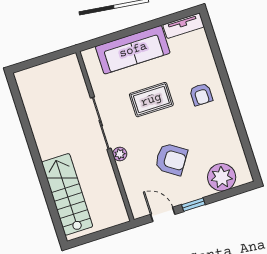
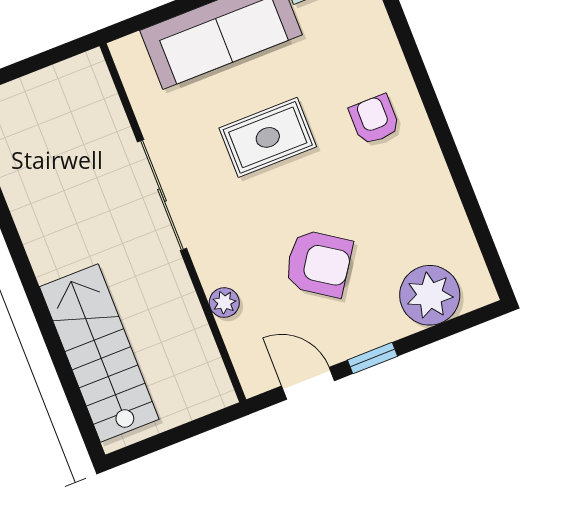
armchair: (201, 94) -> (374, 120), turned 180
plant: (120, 154) -> (224, 303), moved

